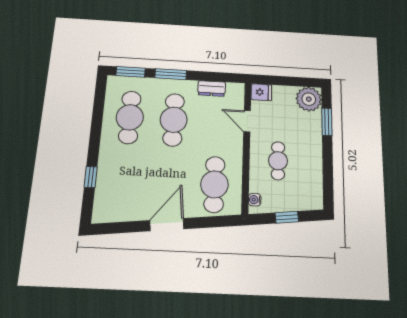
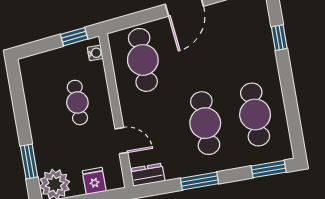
window: (171, 74) -> (200, 181), moved
dresser: (212, 88) -> (148, 175), moved
fridge: (261, 92) -> (94, 181), moved, turned 90
window: (287, 217) -> (74, 37), moved

